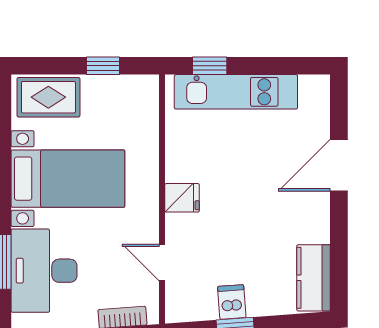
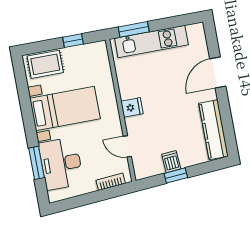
window: (210, 66) -> (134, 29), width x1.50
kitchen counter: (314, 278) -> (213, 130), width x1.50

